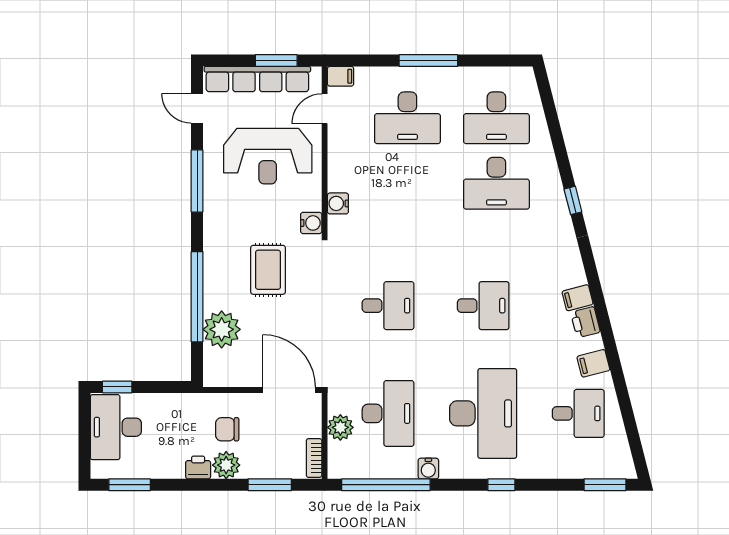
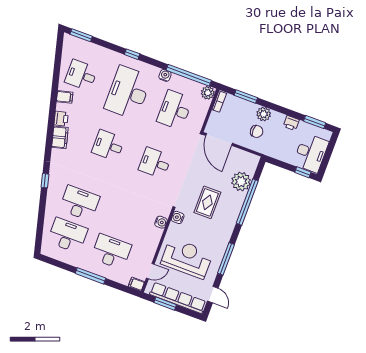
filing cabinet: (578, 298) -> (60, 137), width x2.00
plant: (340, 427) -> (208, 93), moved
printer: (198, 467) -> (291, 123), moved

